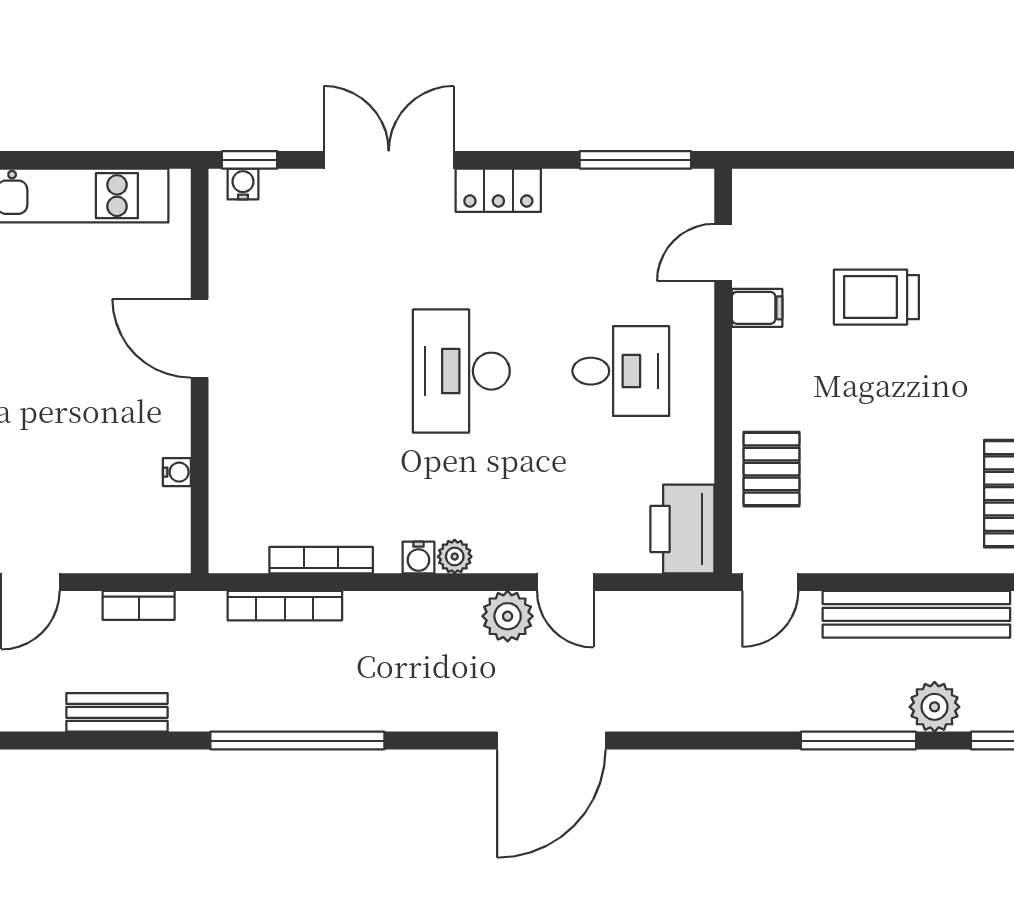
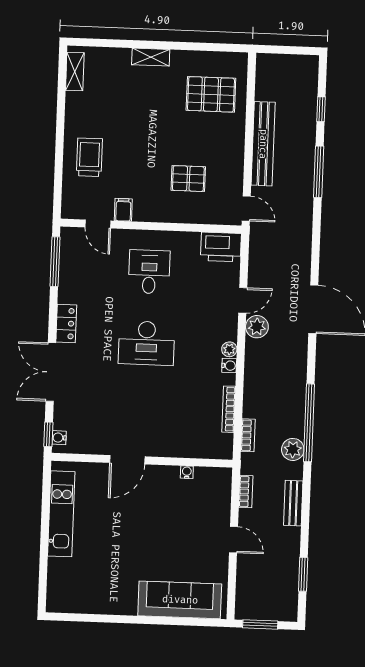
trolley: (876, 297) -> (89, 157), moved, turned 180
pallet: (772, 469) -> (188, 179), moved
bookcase: (285, 606) -> (248, 435), width x0.64
plant: (935, 707) -> (293, 449), moved

